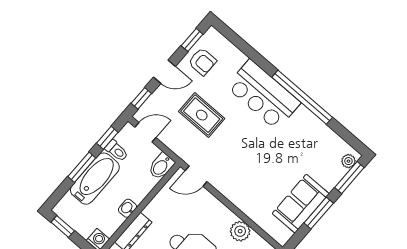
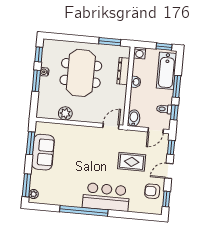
bathtub: (95, 179) -> (167, 71), moved
window: (319, 213) -> (30, 143), moved

